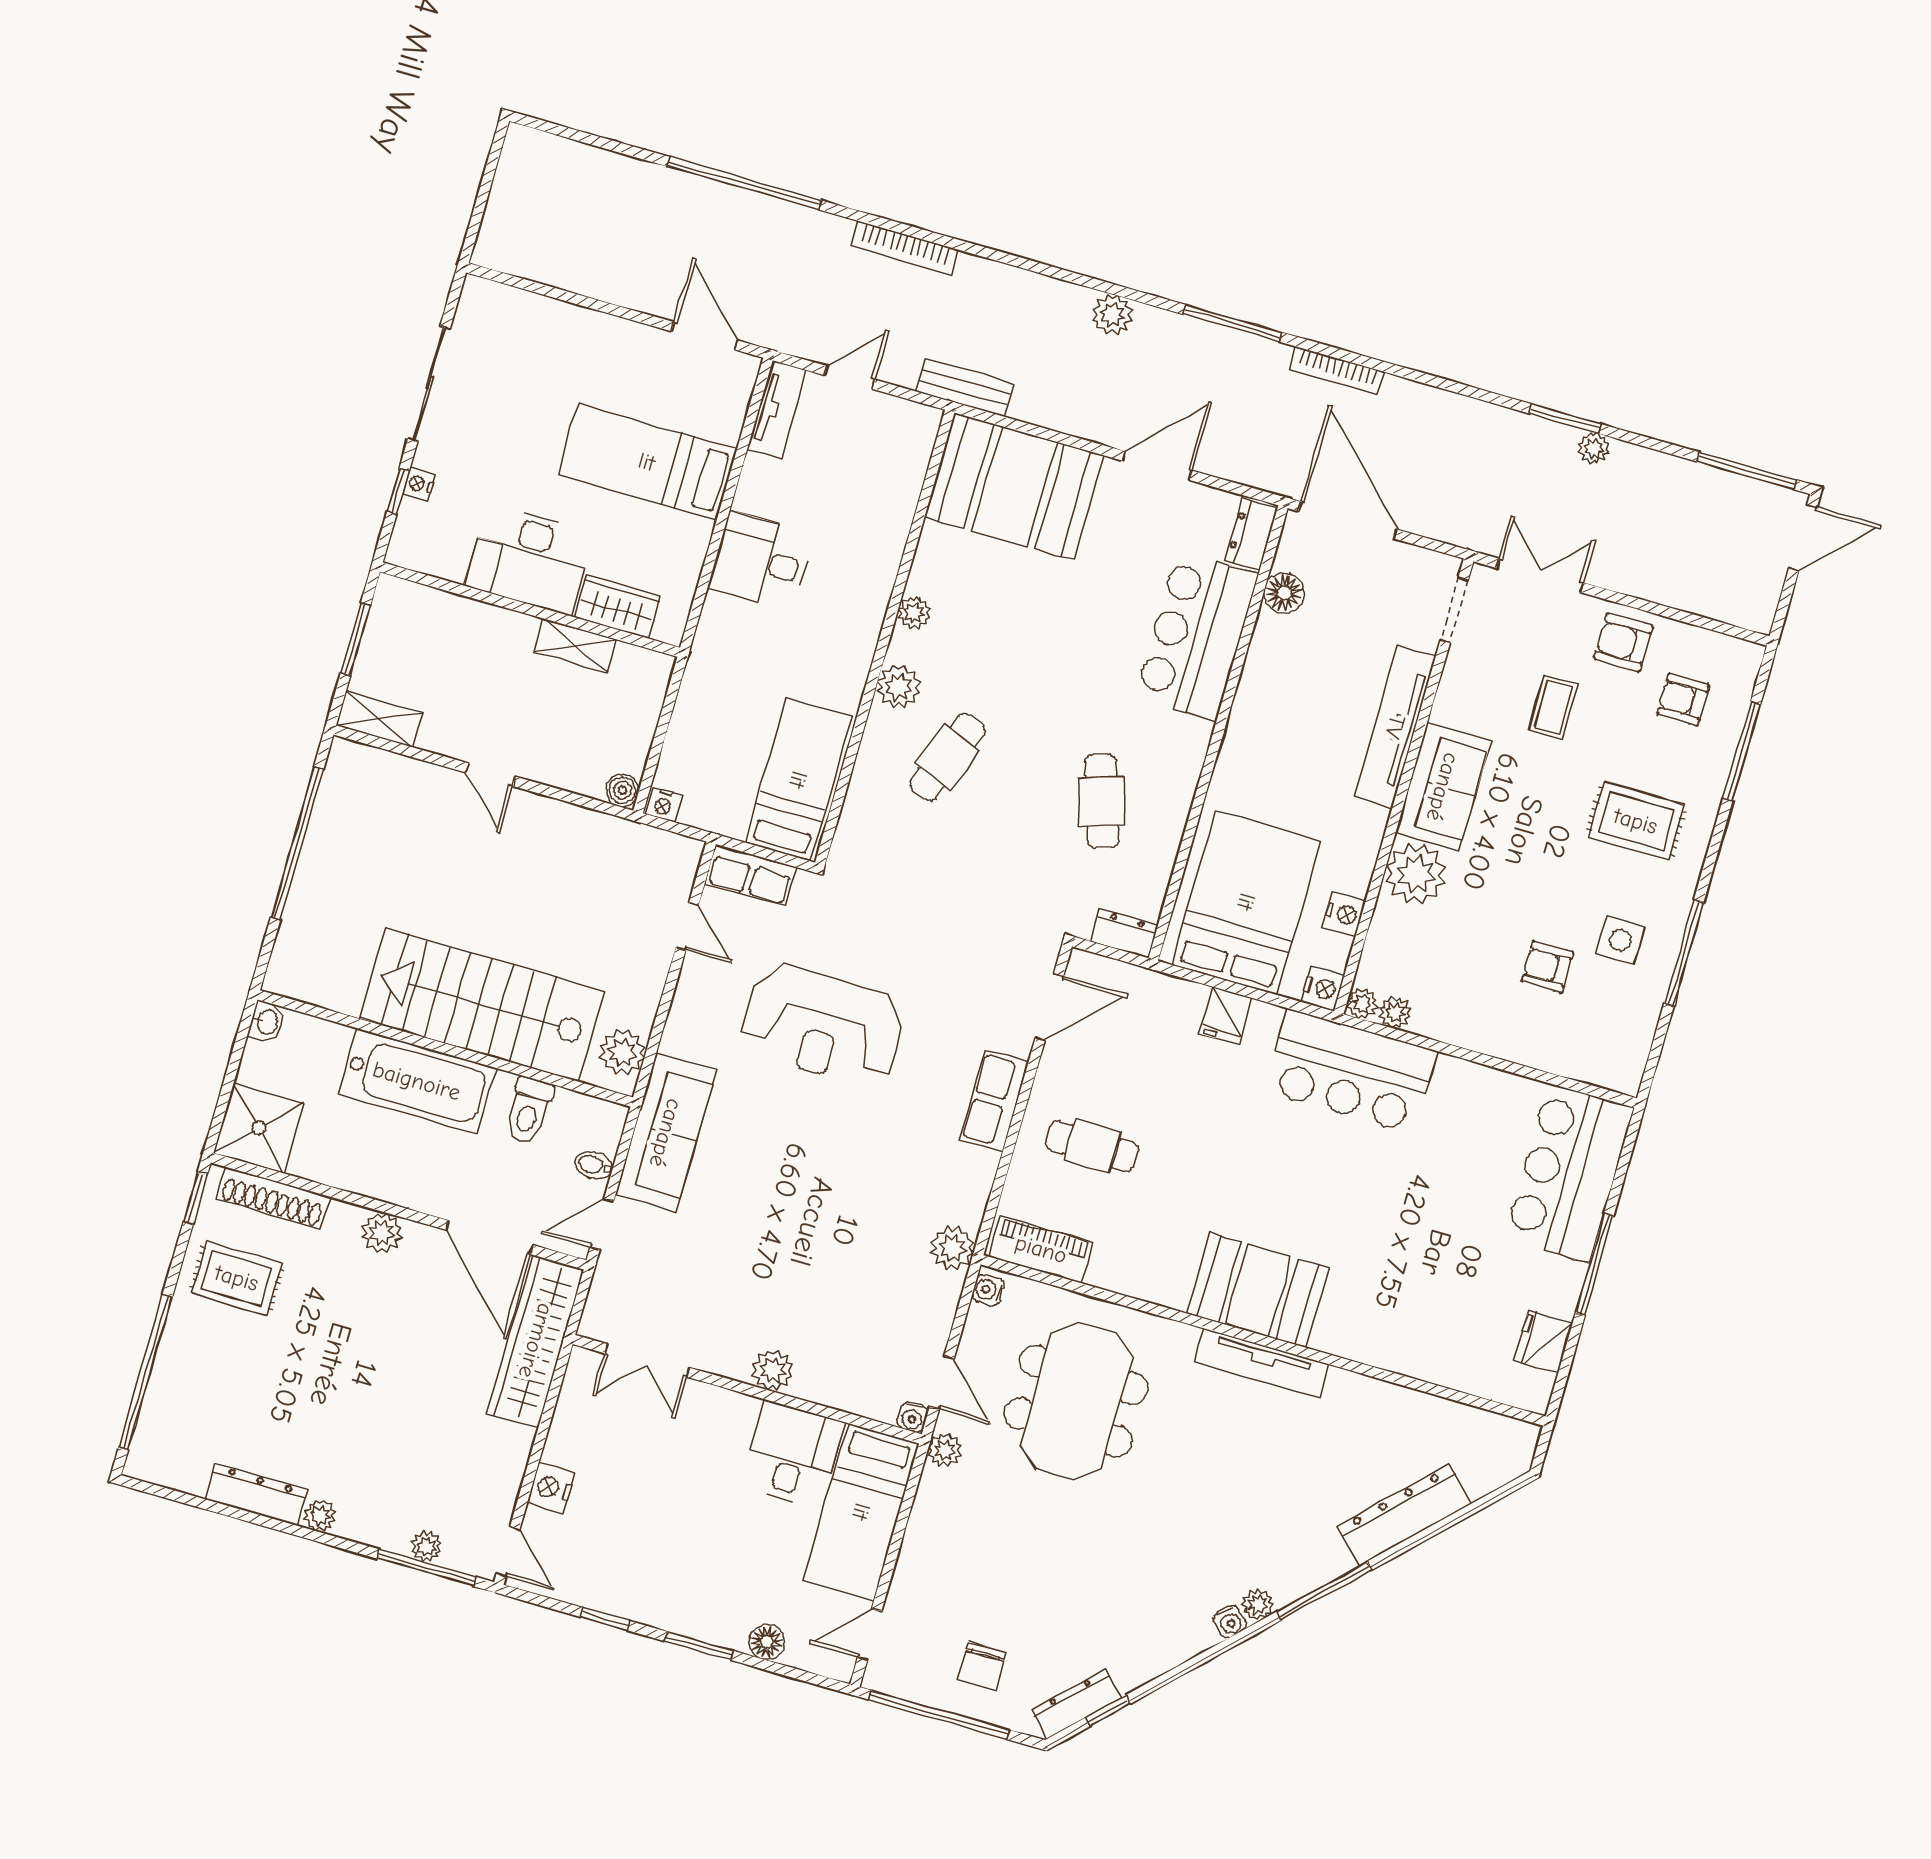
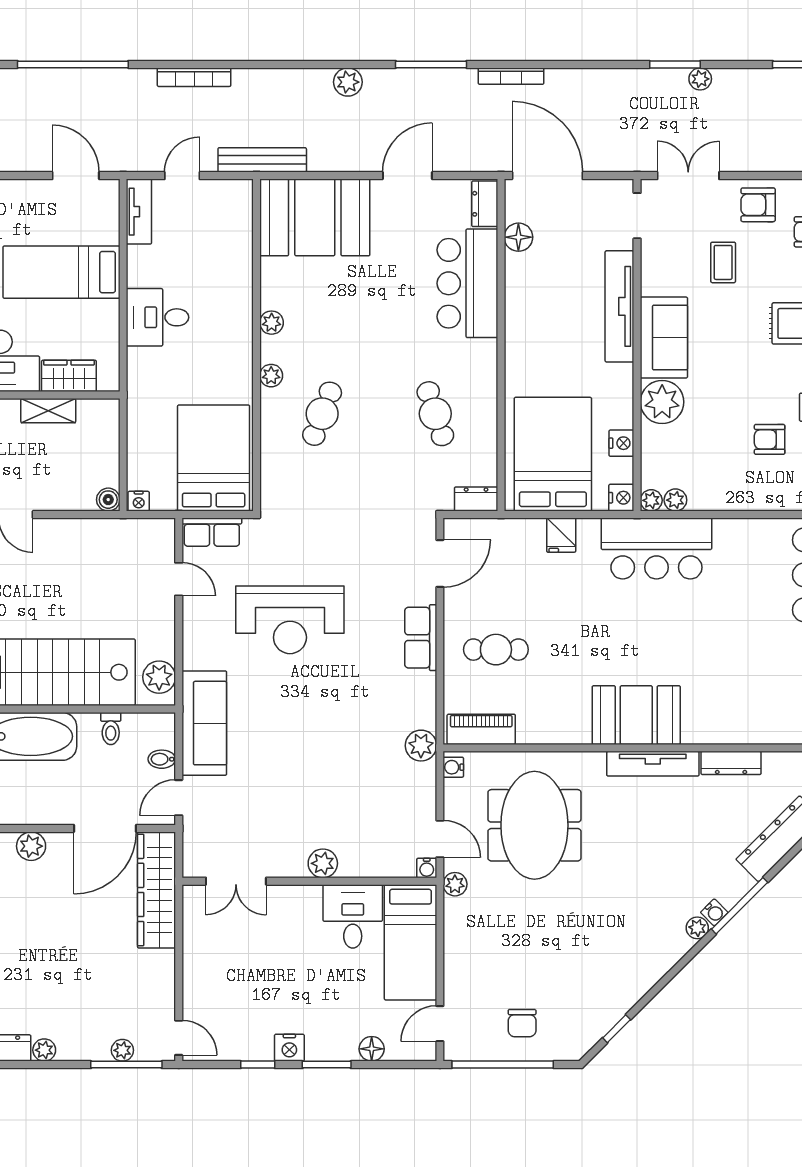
bench: (965, 387) -> (262, 160), width x1.36
plant: (899, 687) -> (271, 376), width x0.73, depth x0.73
bed: (798, 780) -> (214, 458), width x1.50
toilet: (529, 1111) -> (111, 729), width x0.73, depth x0.72
door: (489, 1237) -> (105, 828), hinge flipped
nightstand: (551, 1488) -> (289, 1048), moved, turned -90
water cooler: (1230, 1622) -> (714, 912), moved
dresser: (1076, 1704) -> (731, 763), moved, turned -135

